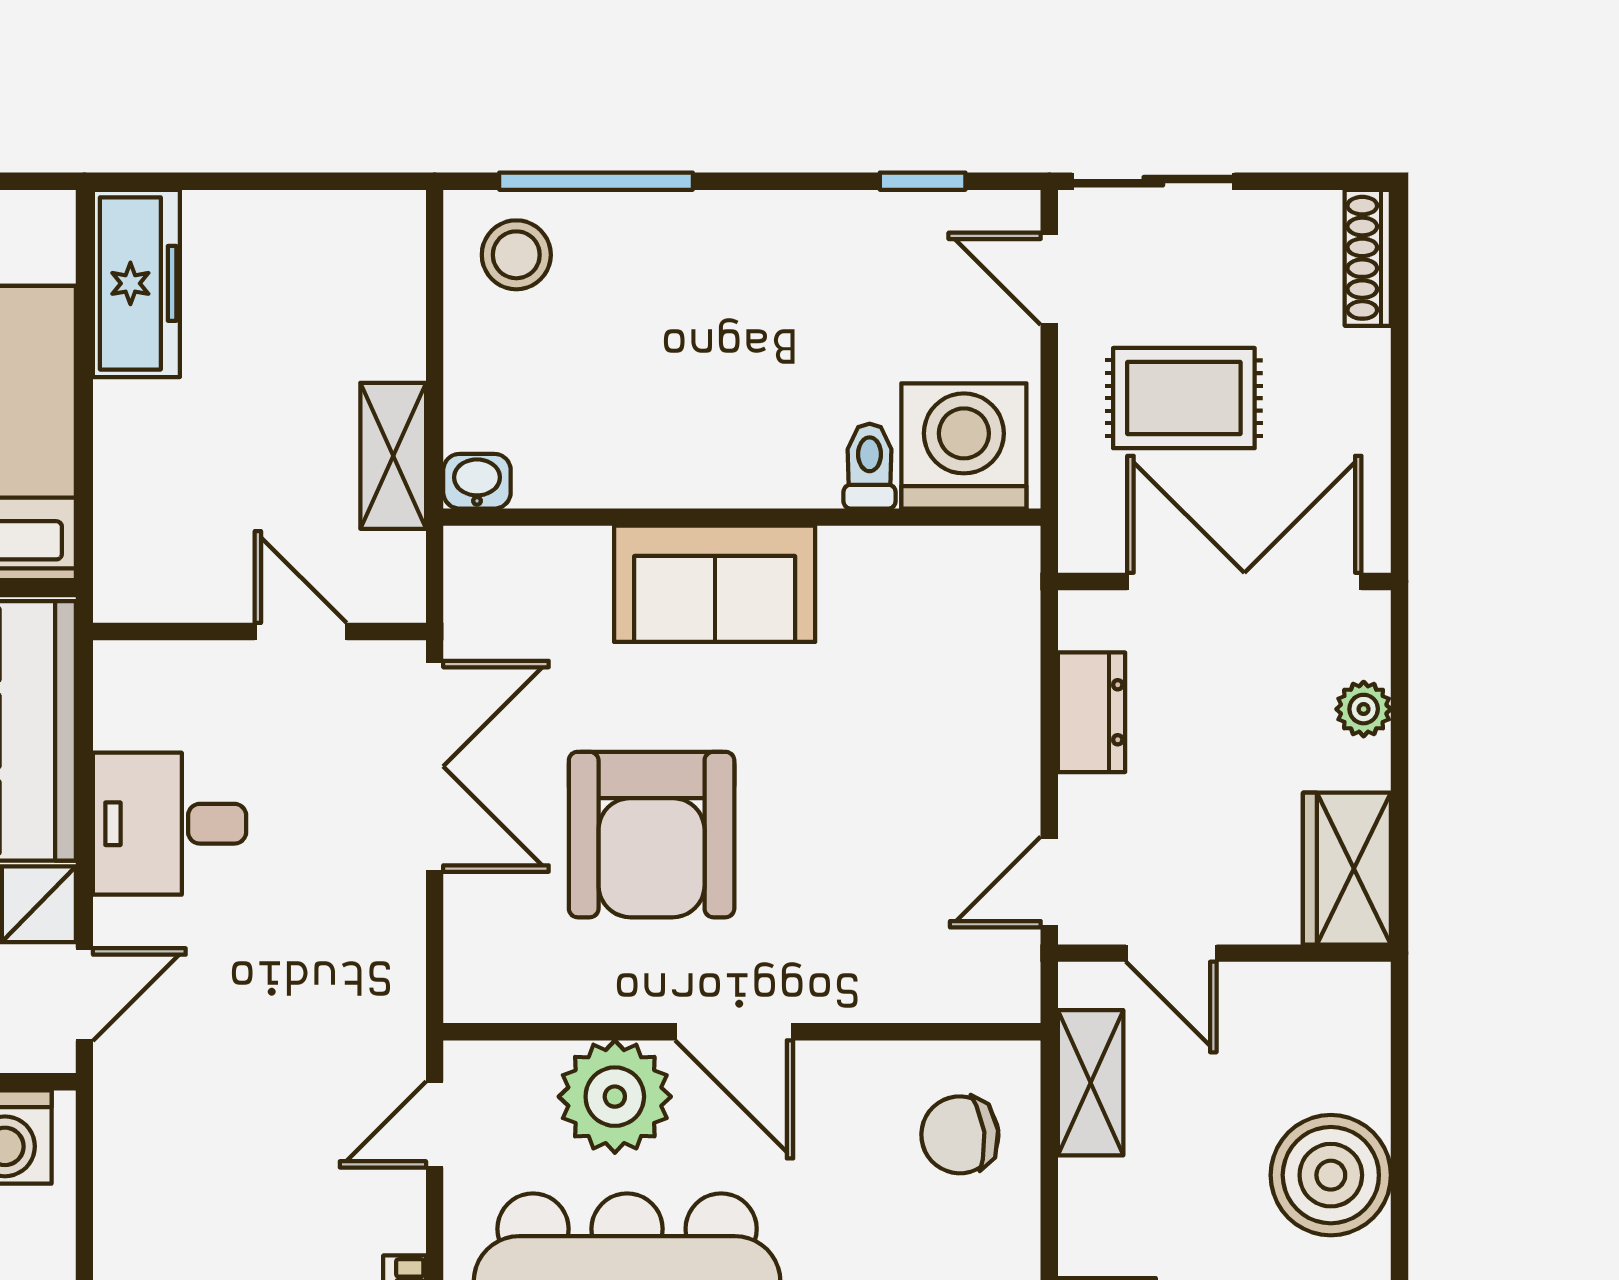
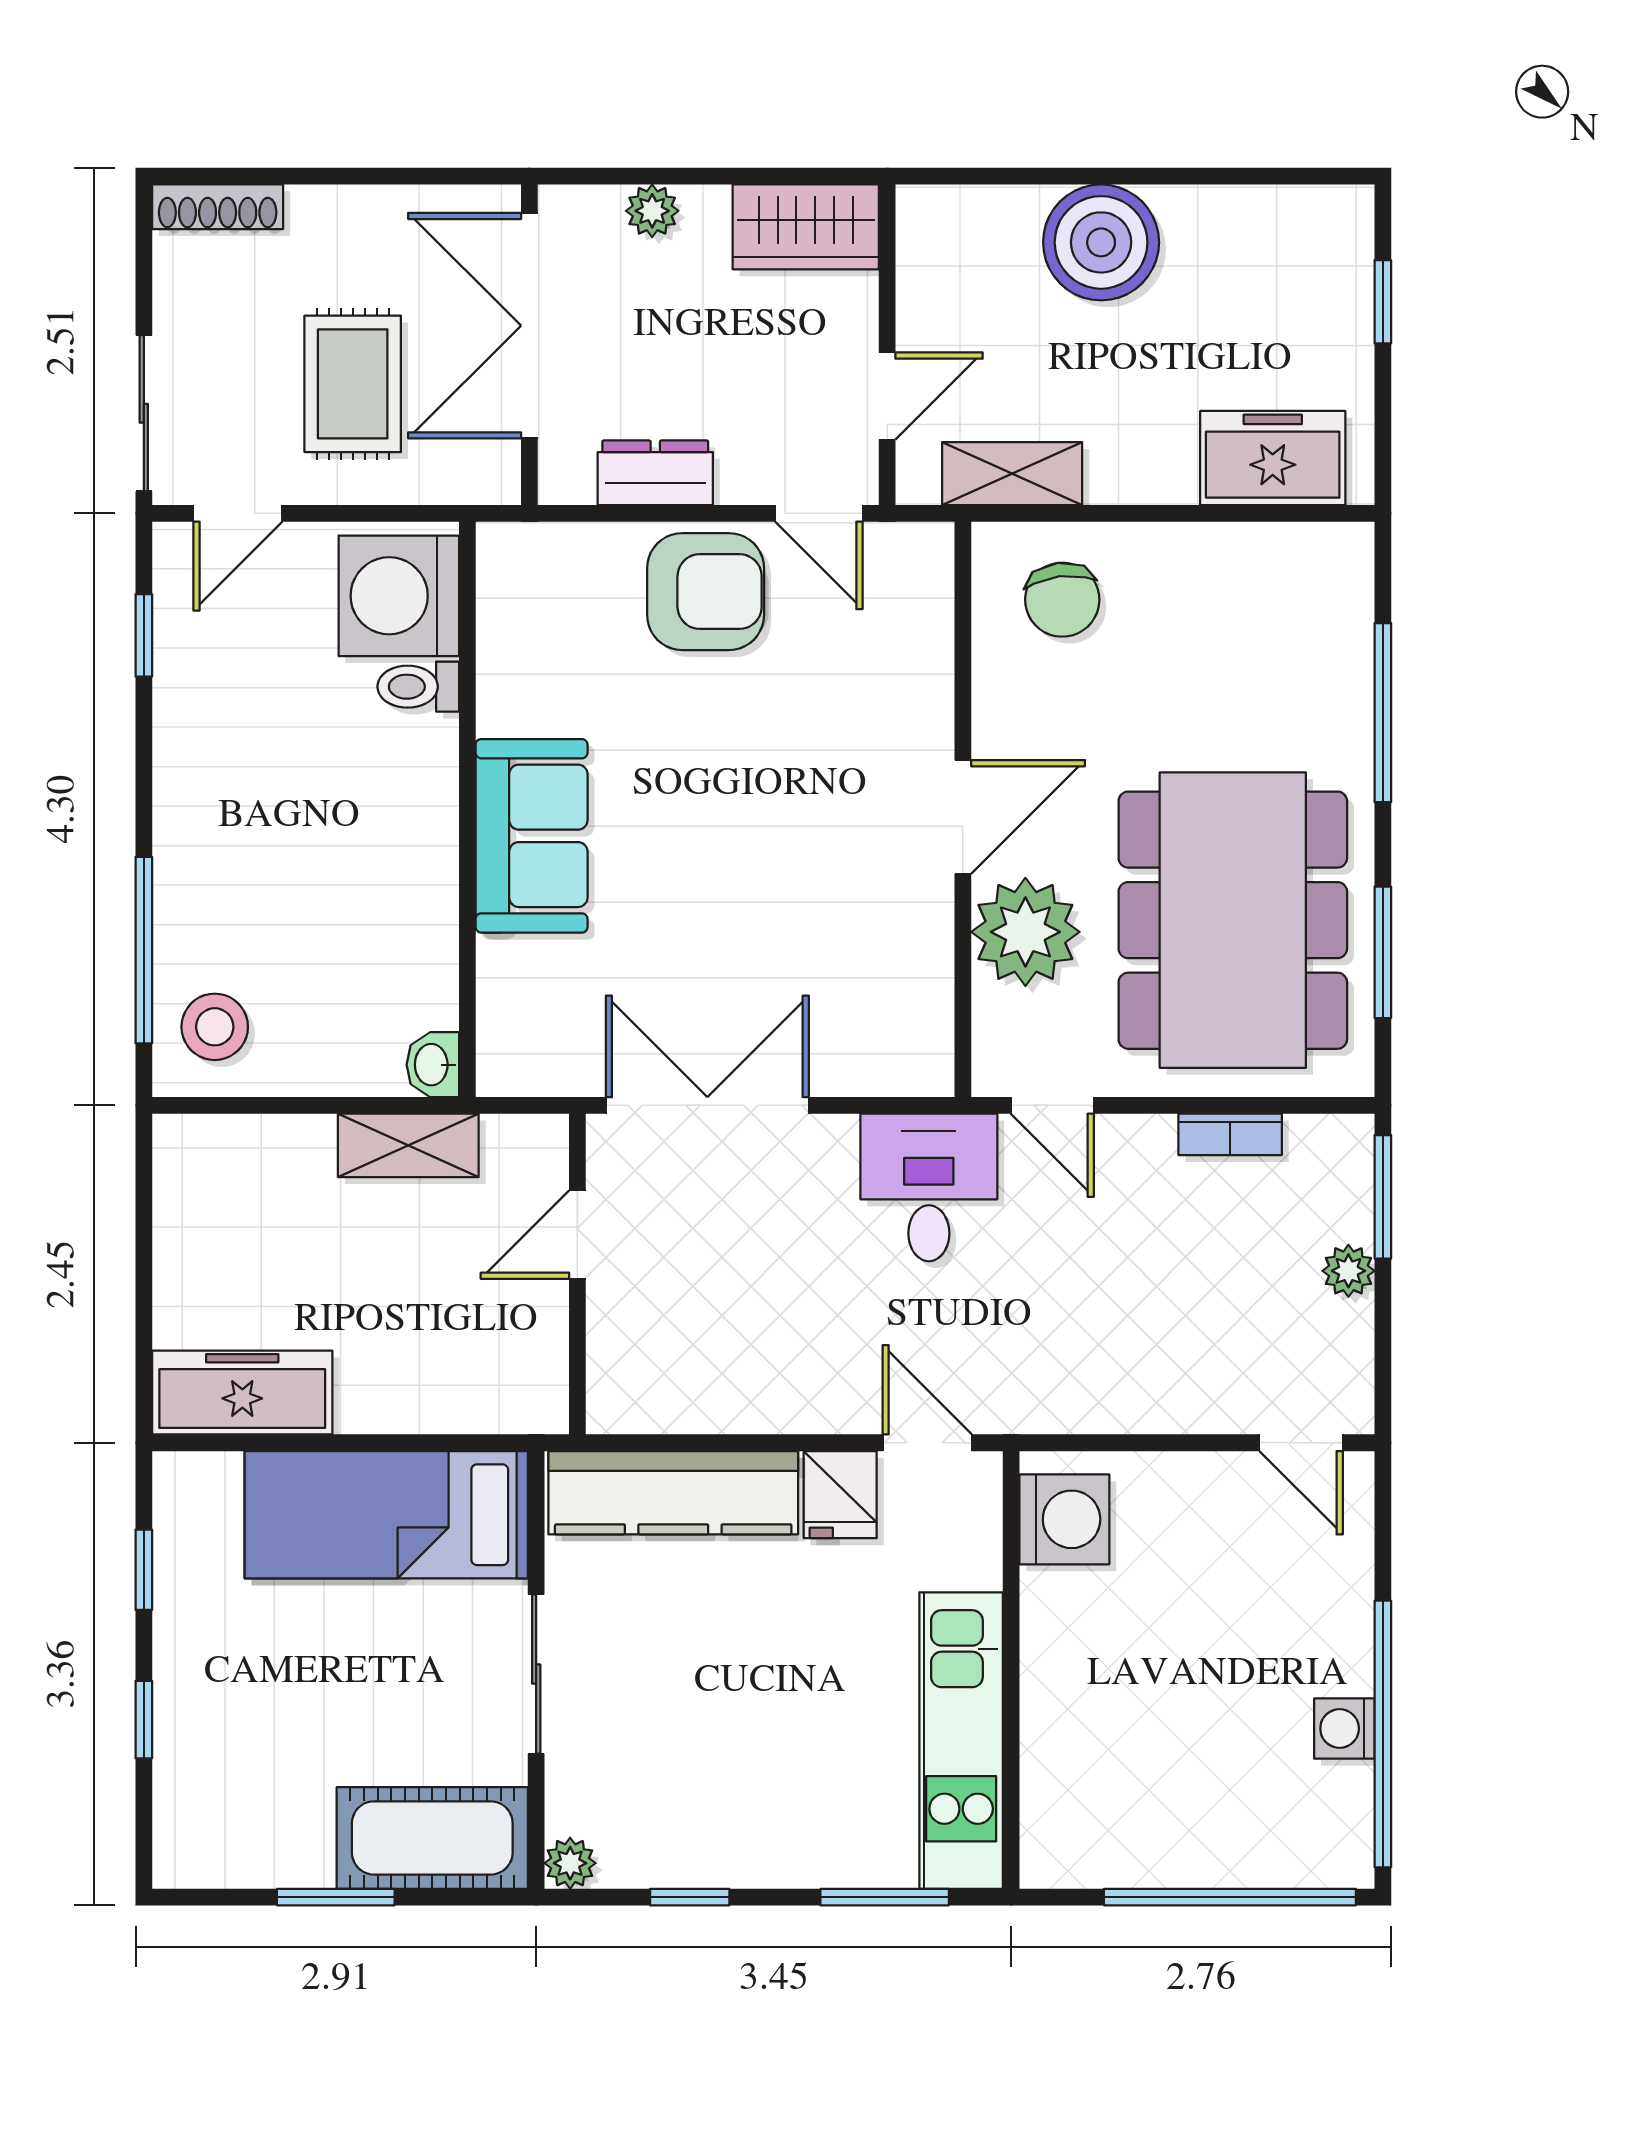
desk: (170, 824) -> (929, 1188), moved, turned 180
armchair: (652, 835) -> (706, 592), moved, width x0.73, depth x0.73

